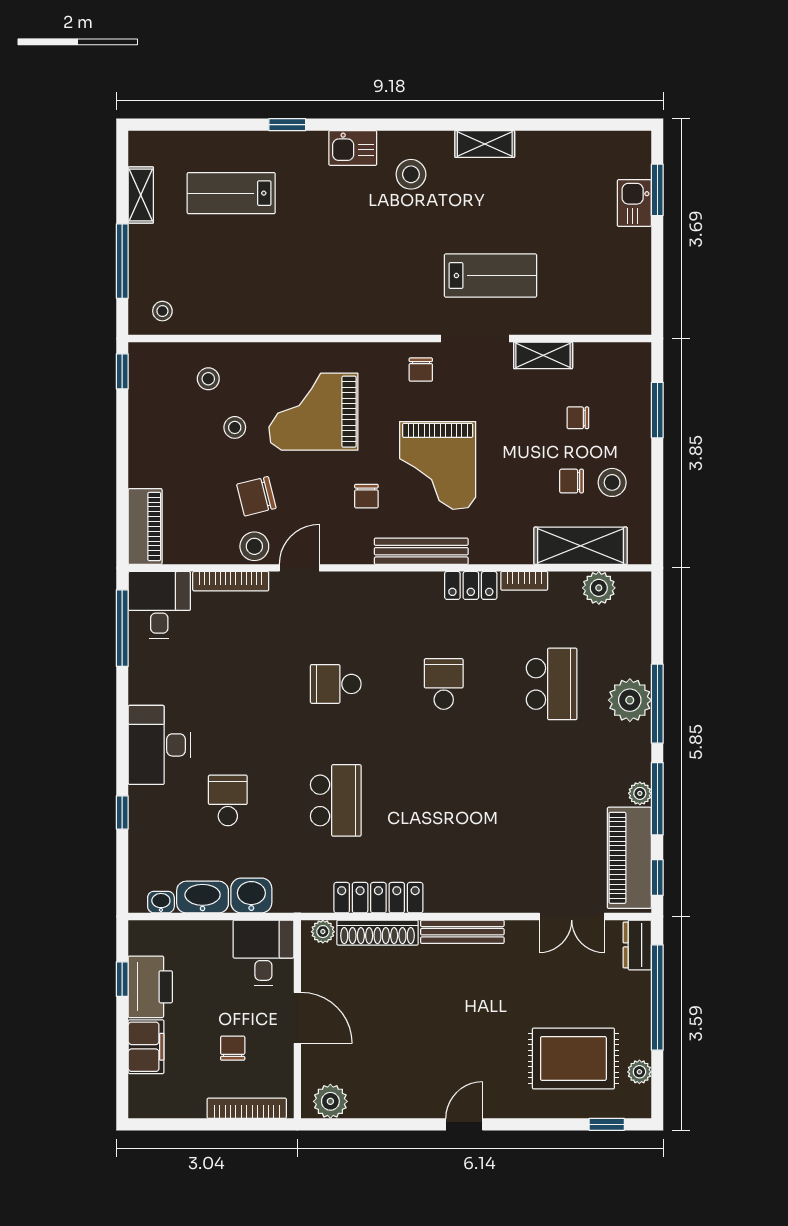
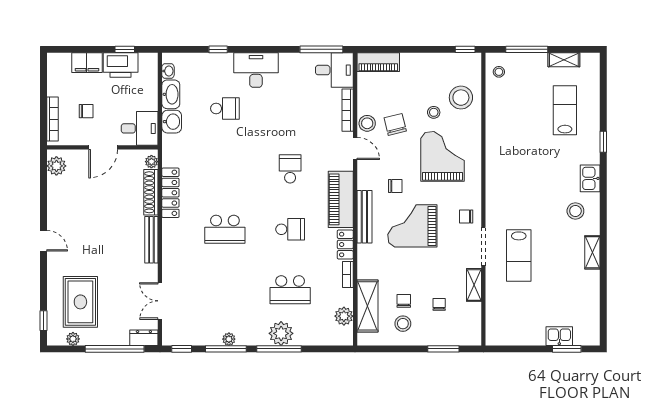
stool: (208, 379) -> (461, 98), width x1.89, depth x1.89
chair: (366, 496) -> (395, 186), turned 180
school desk: (336, 800) -> (225, 229), moved
piano: (629, 858) -> (341, 199), moved, turned -90

